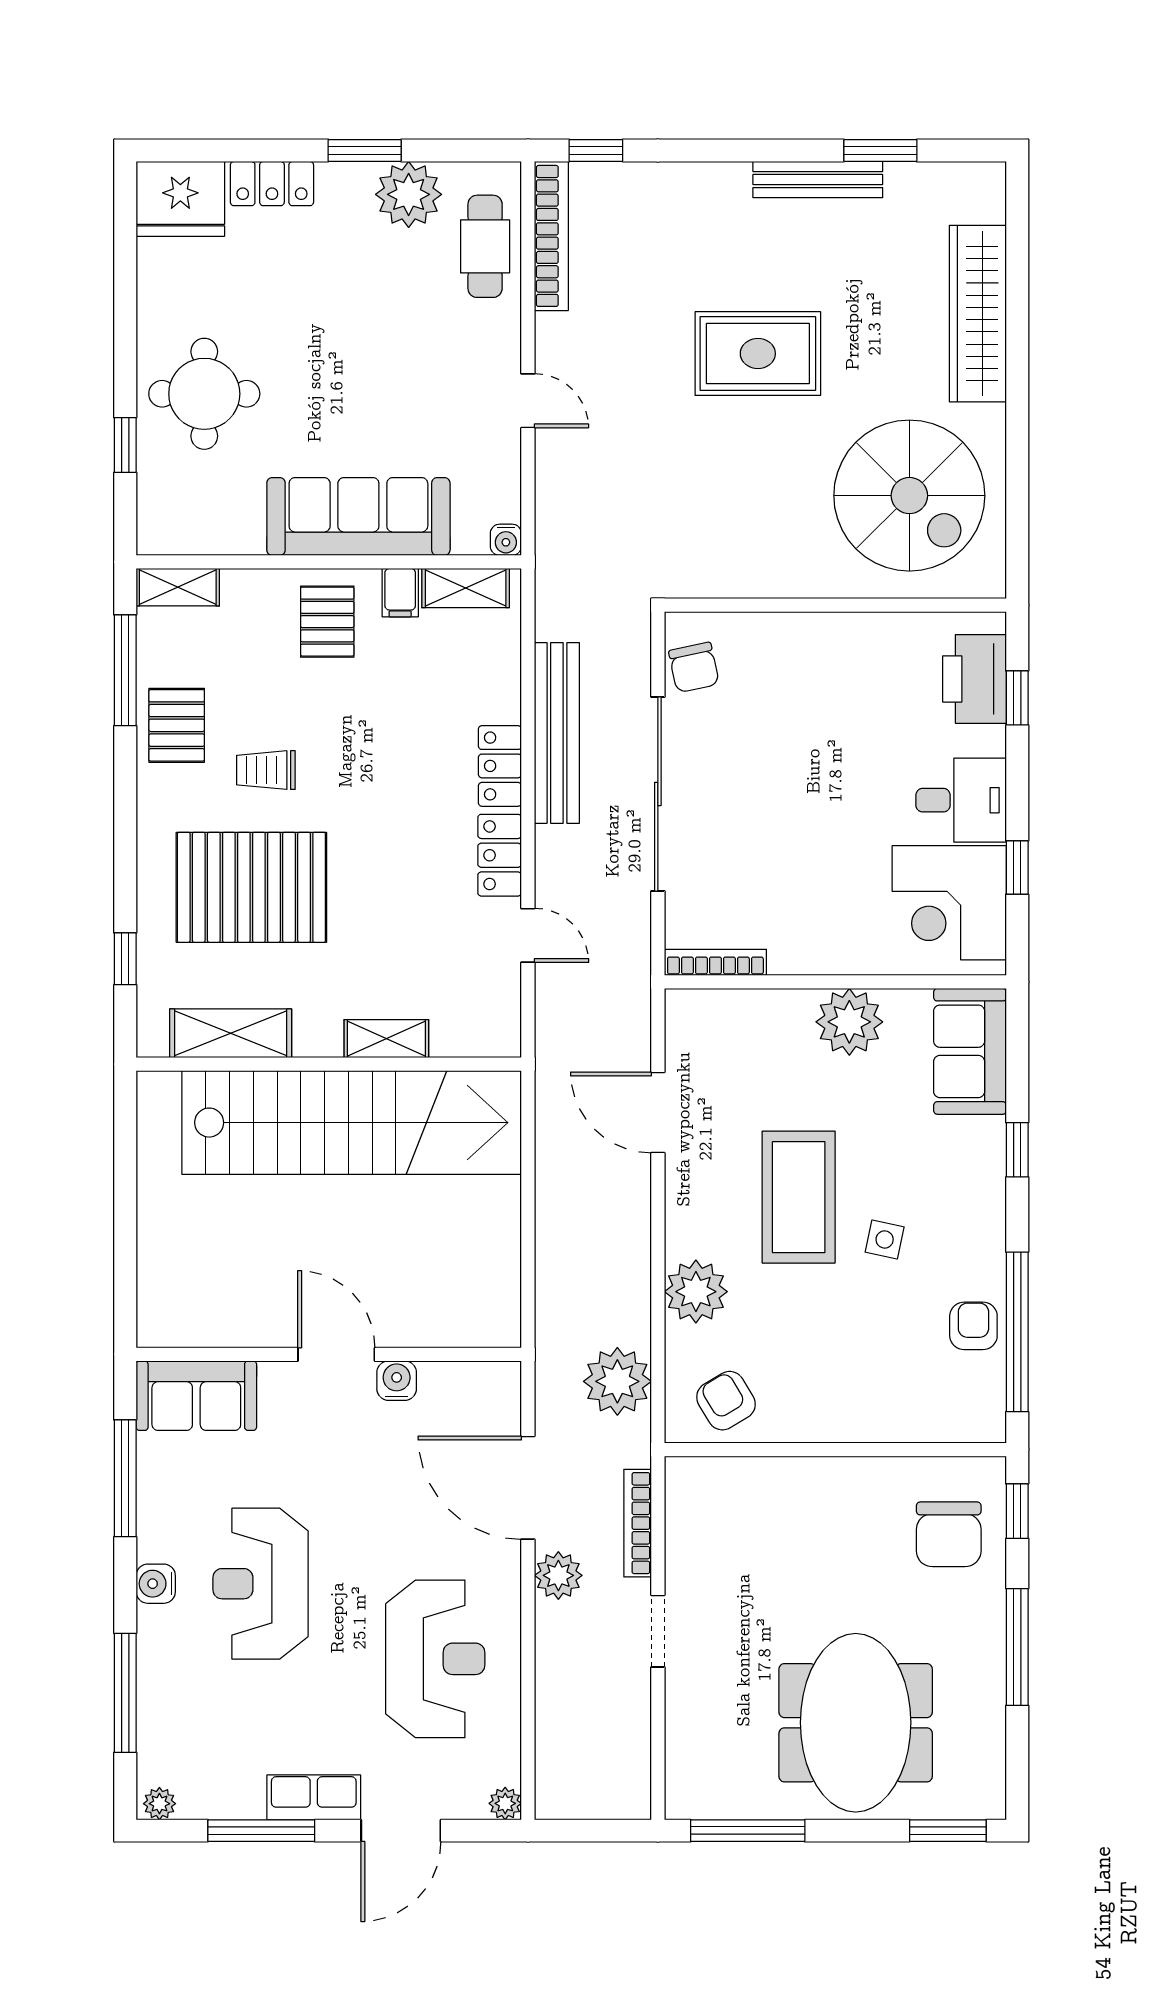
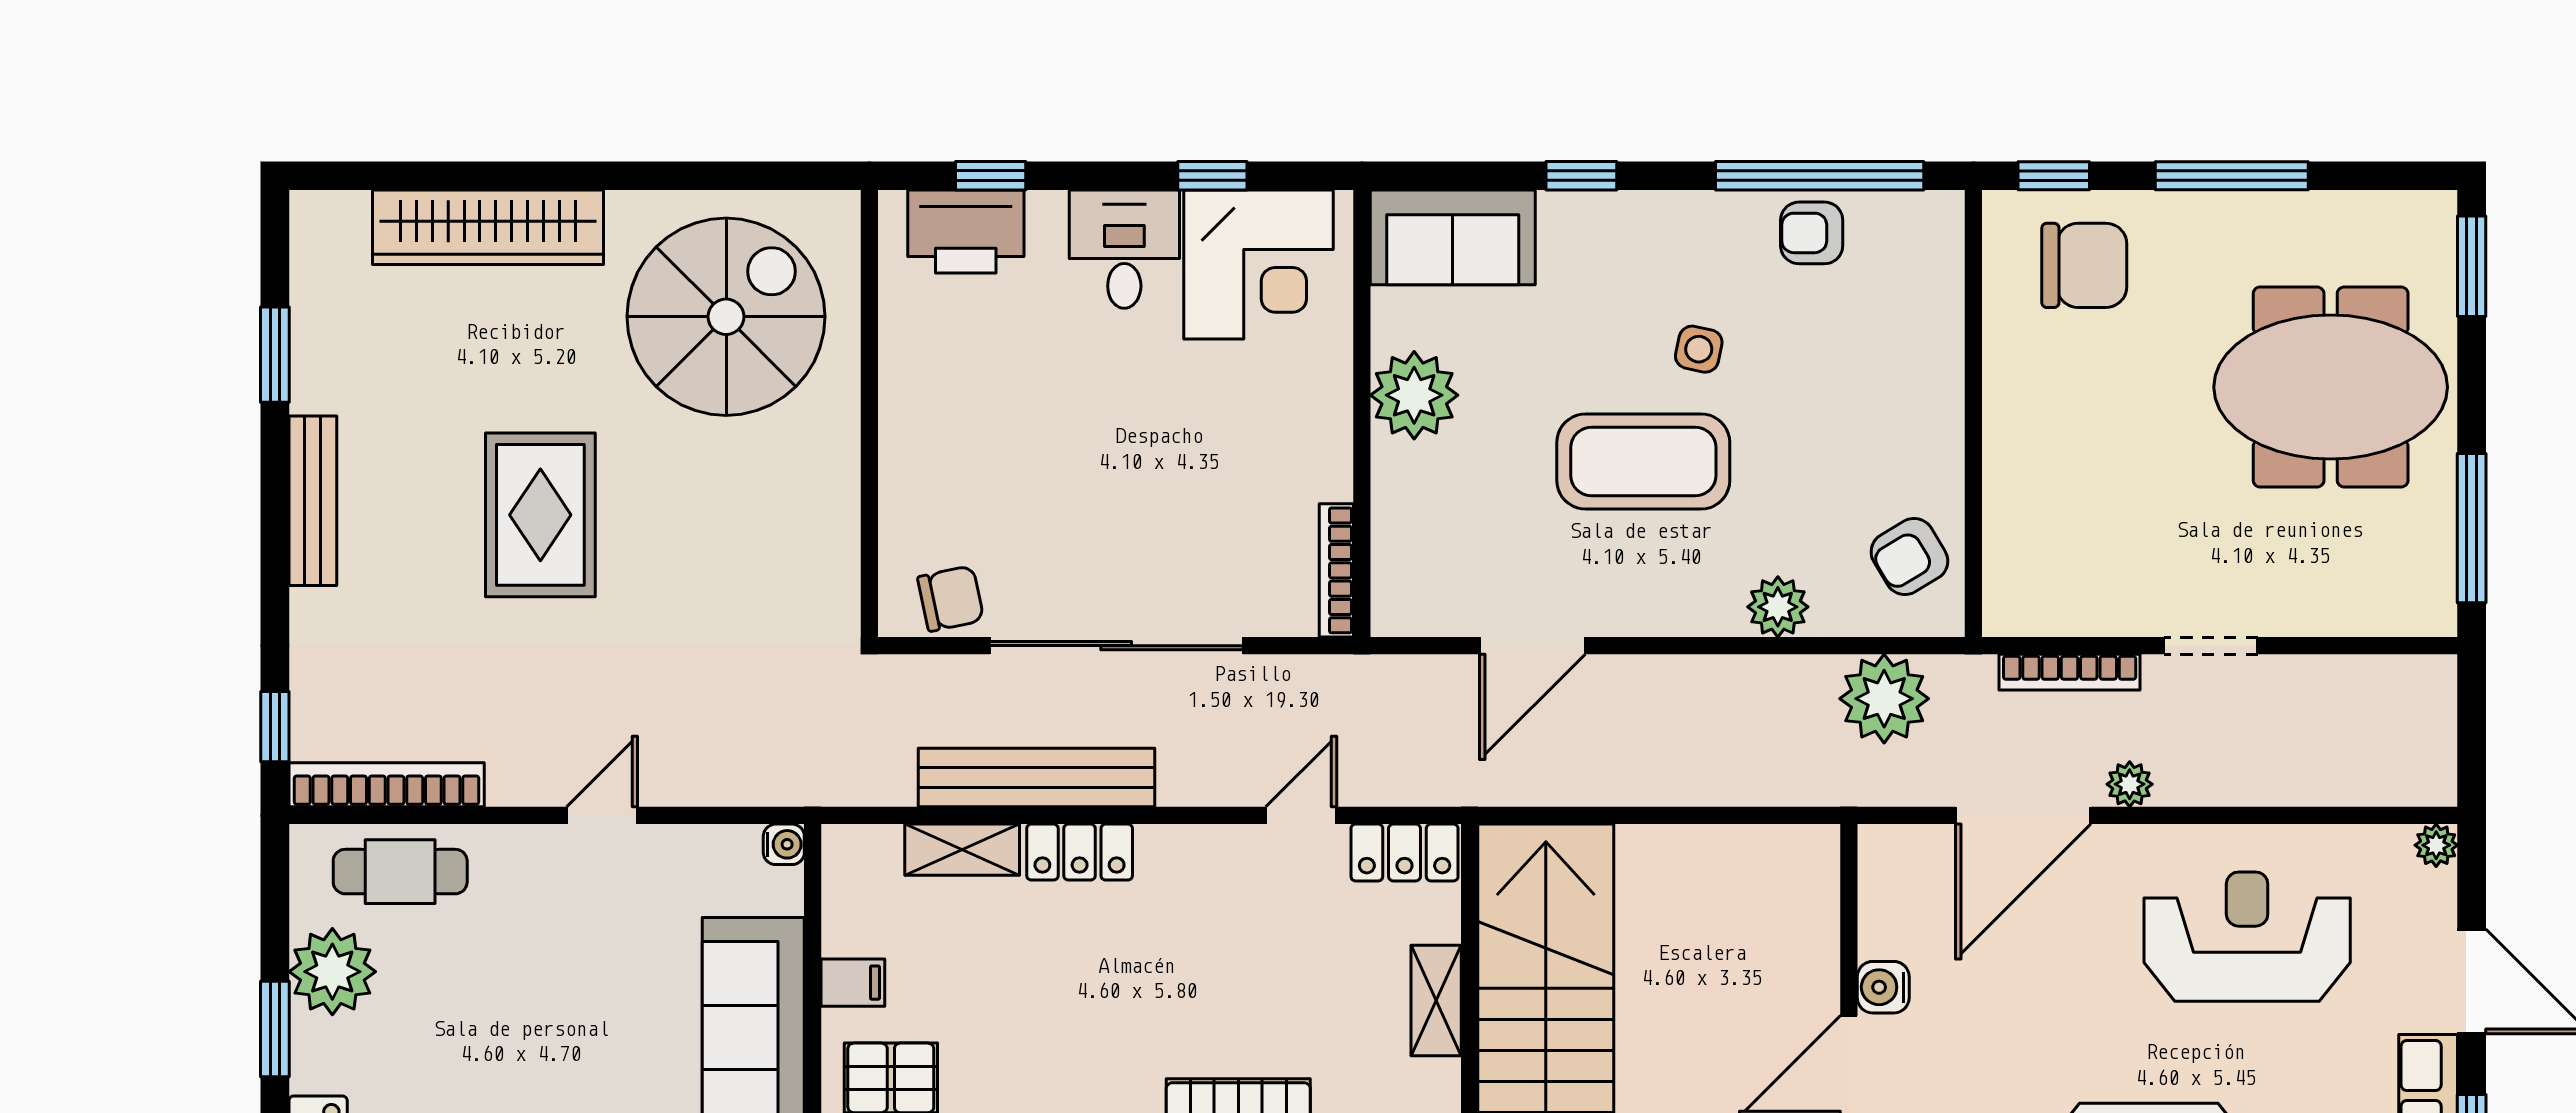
bench: (818, 180) -> (313, 501), moved
shelving: (466, 588) -> (962, 850), moved, turned 90
locker: (500, 855) -> (1405, 852), moved
plant: (696, 1292) -> (1778, 607), width x0.73, depth x0.73
plant: (558, 1575) -> (2130, 784), width x0.73, depth x0.73

